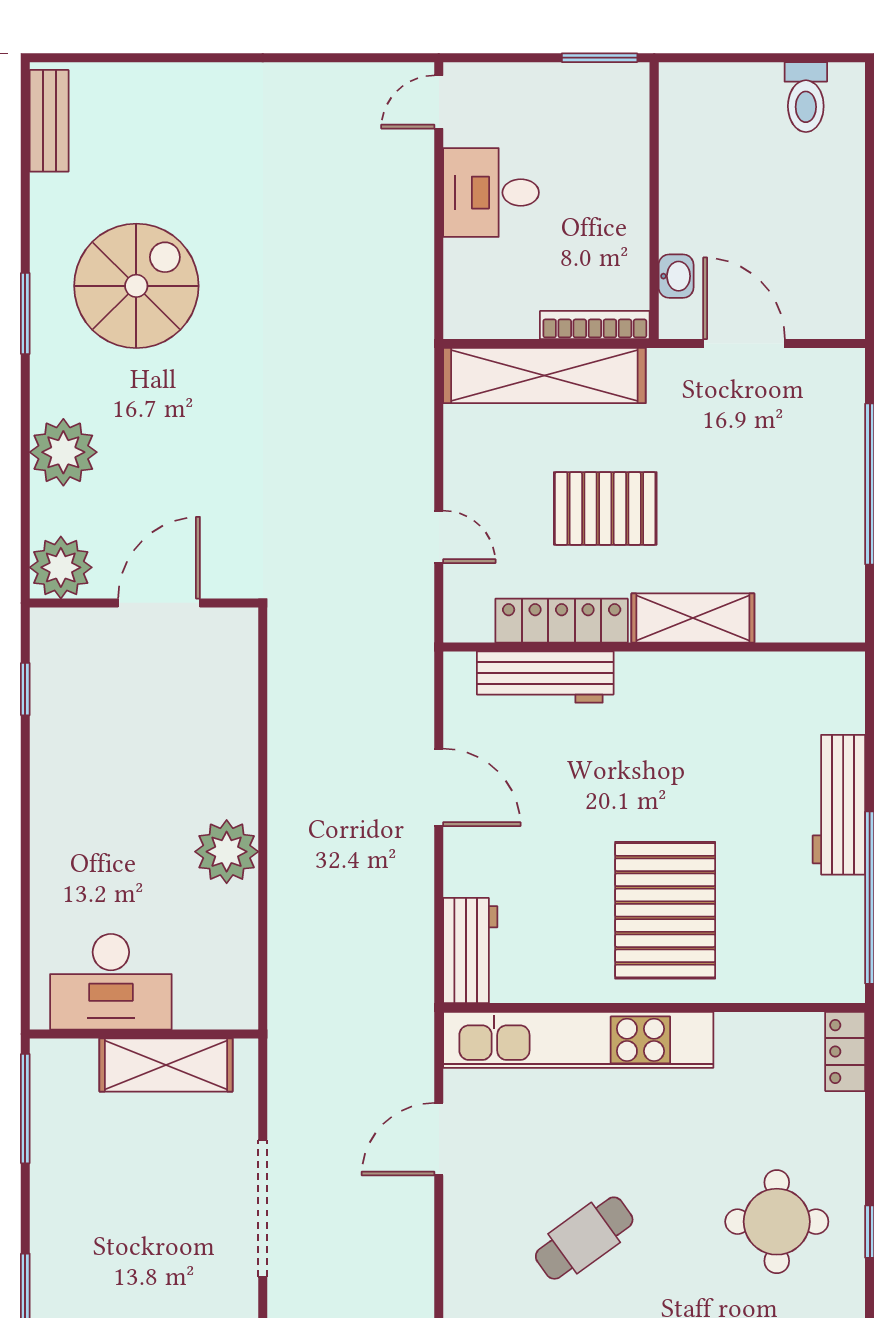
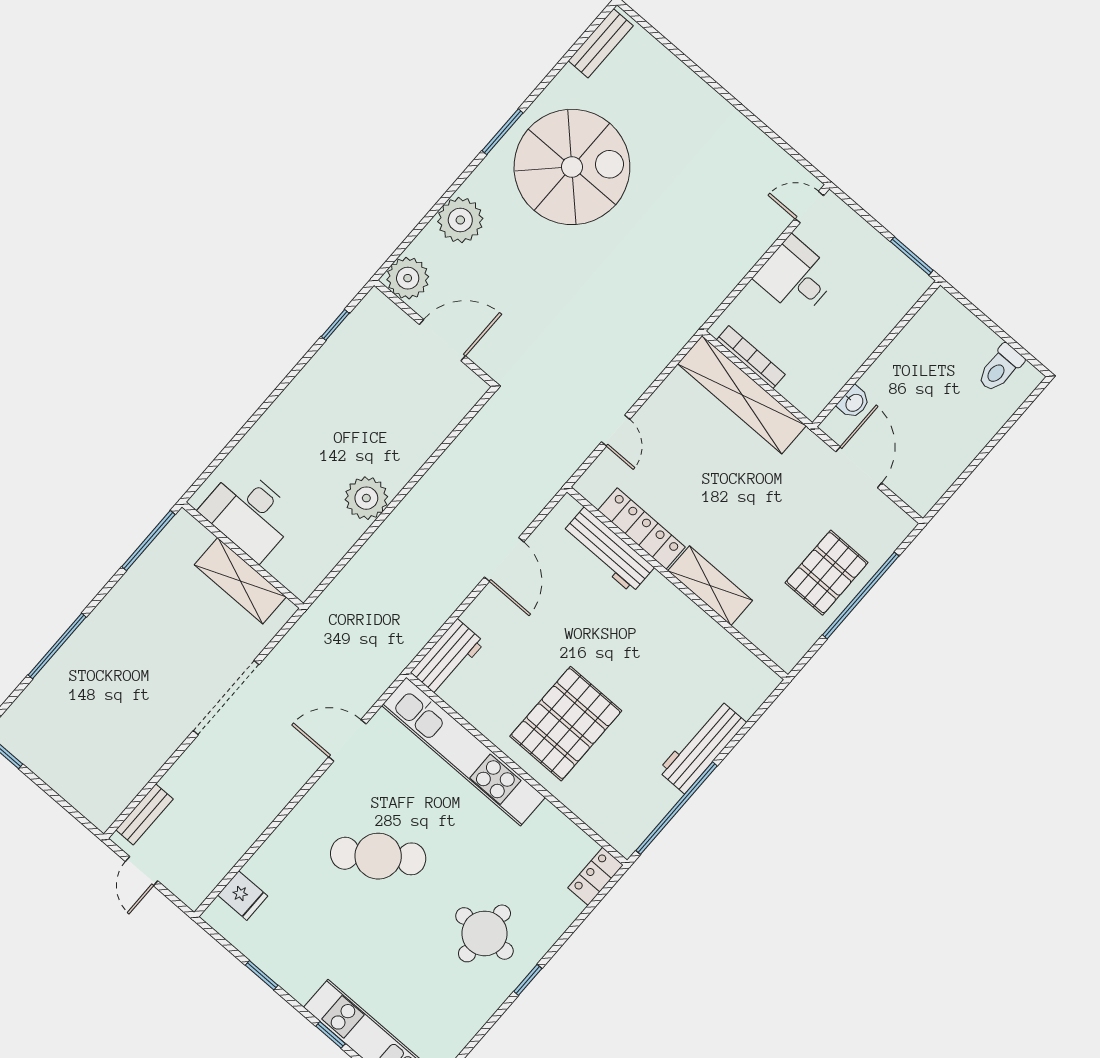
spiral stairs: (136, 286) -> (572, 167), width x1.37, depth x1.37
bookcase: (595, 325) -> (751, 357), moved
pallet: (605, 508) -> (827, 573), moved, turned 90
cafe table: (584, 1238) -> (378, 856), width x1.37, depth x1.35

